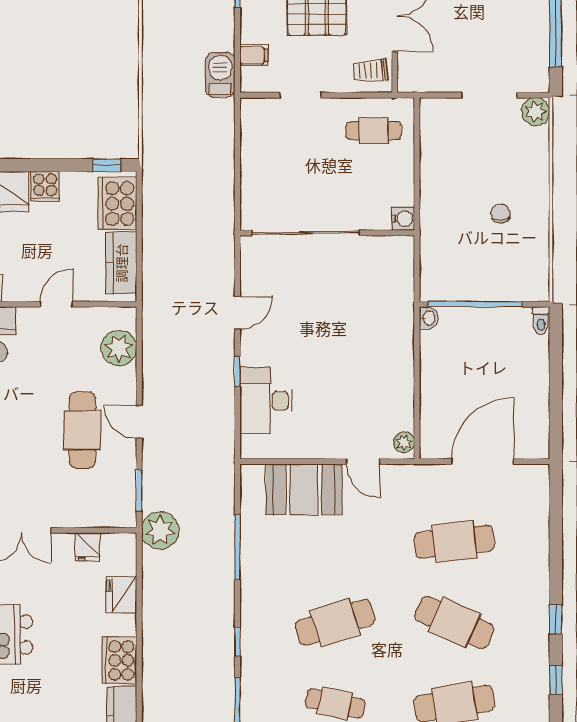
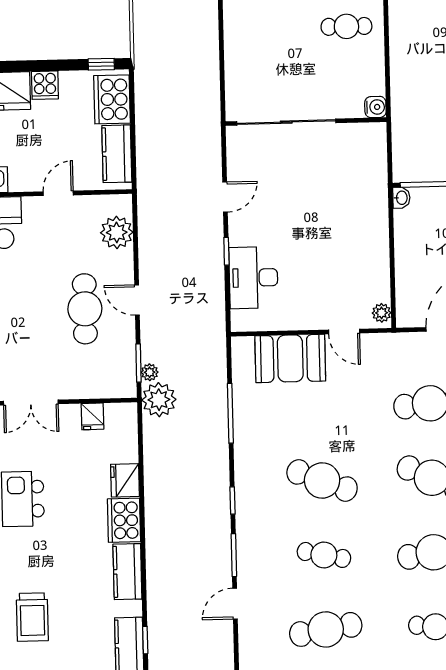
plant: (151, 501) -> (150, 372), added
fridge: (121, 595) -> (125, 480), moved
cafe table: (335, 623) -> (322, 480), turned 39

